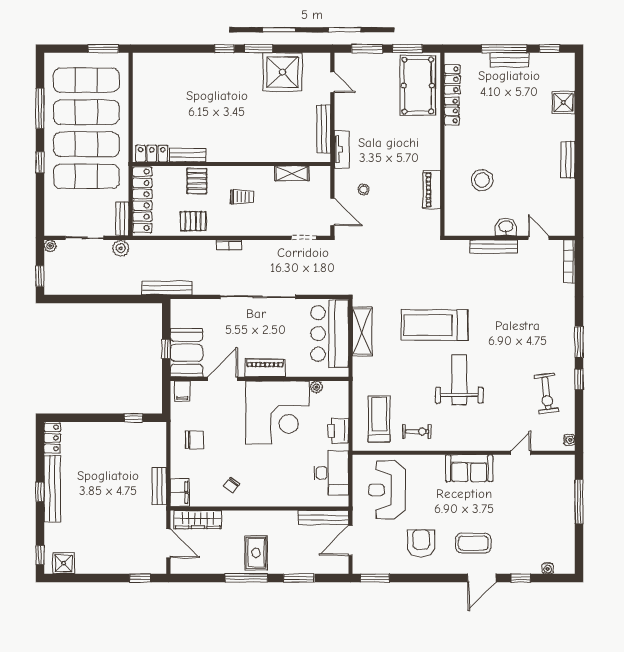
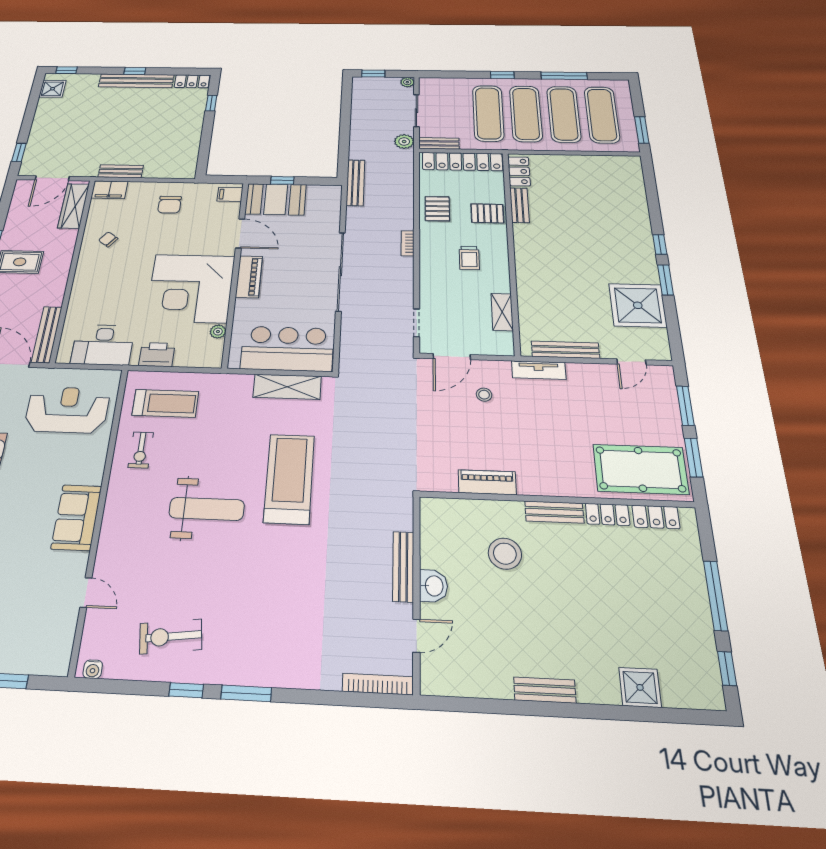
bench: (510, 60) -> (554, 512), moved, turned 90
window: (133, 418) -> (211, 103), moved

